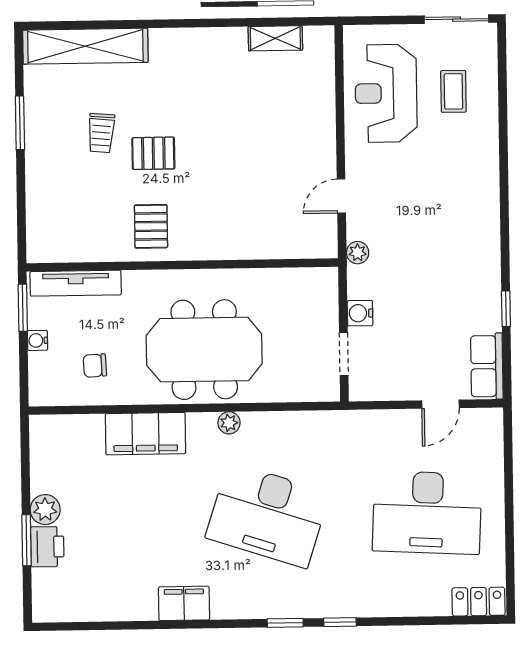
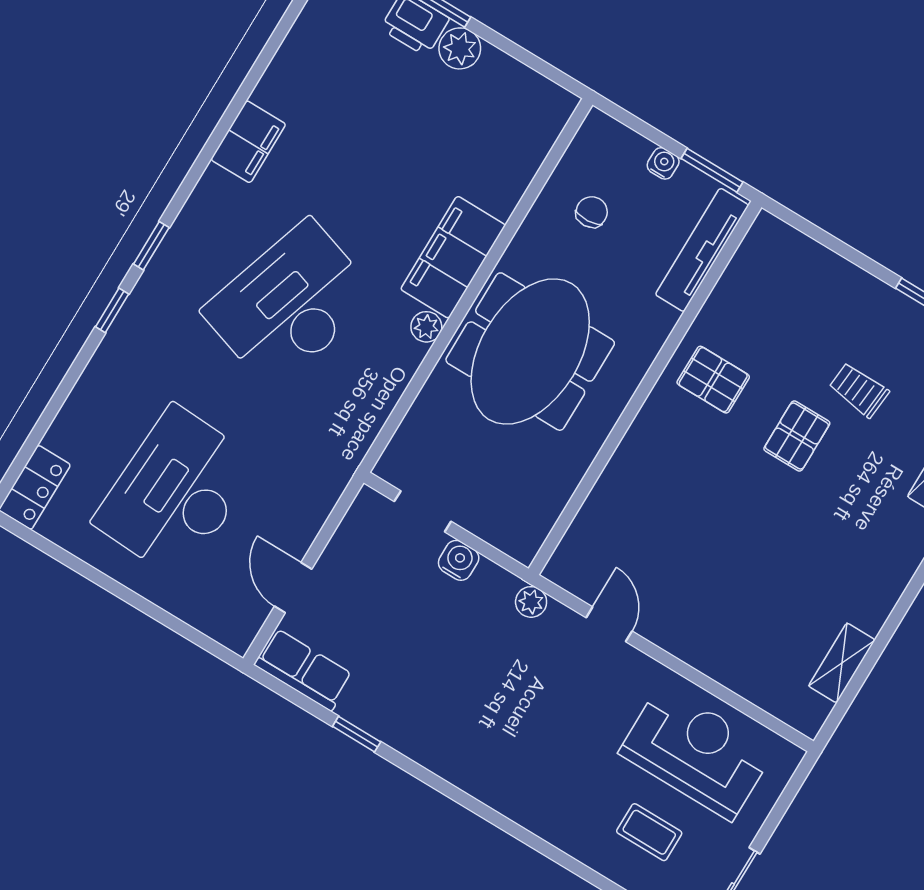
filing cabinet: (145, 434) -> (453, 257), moved

